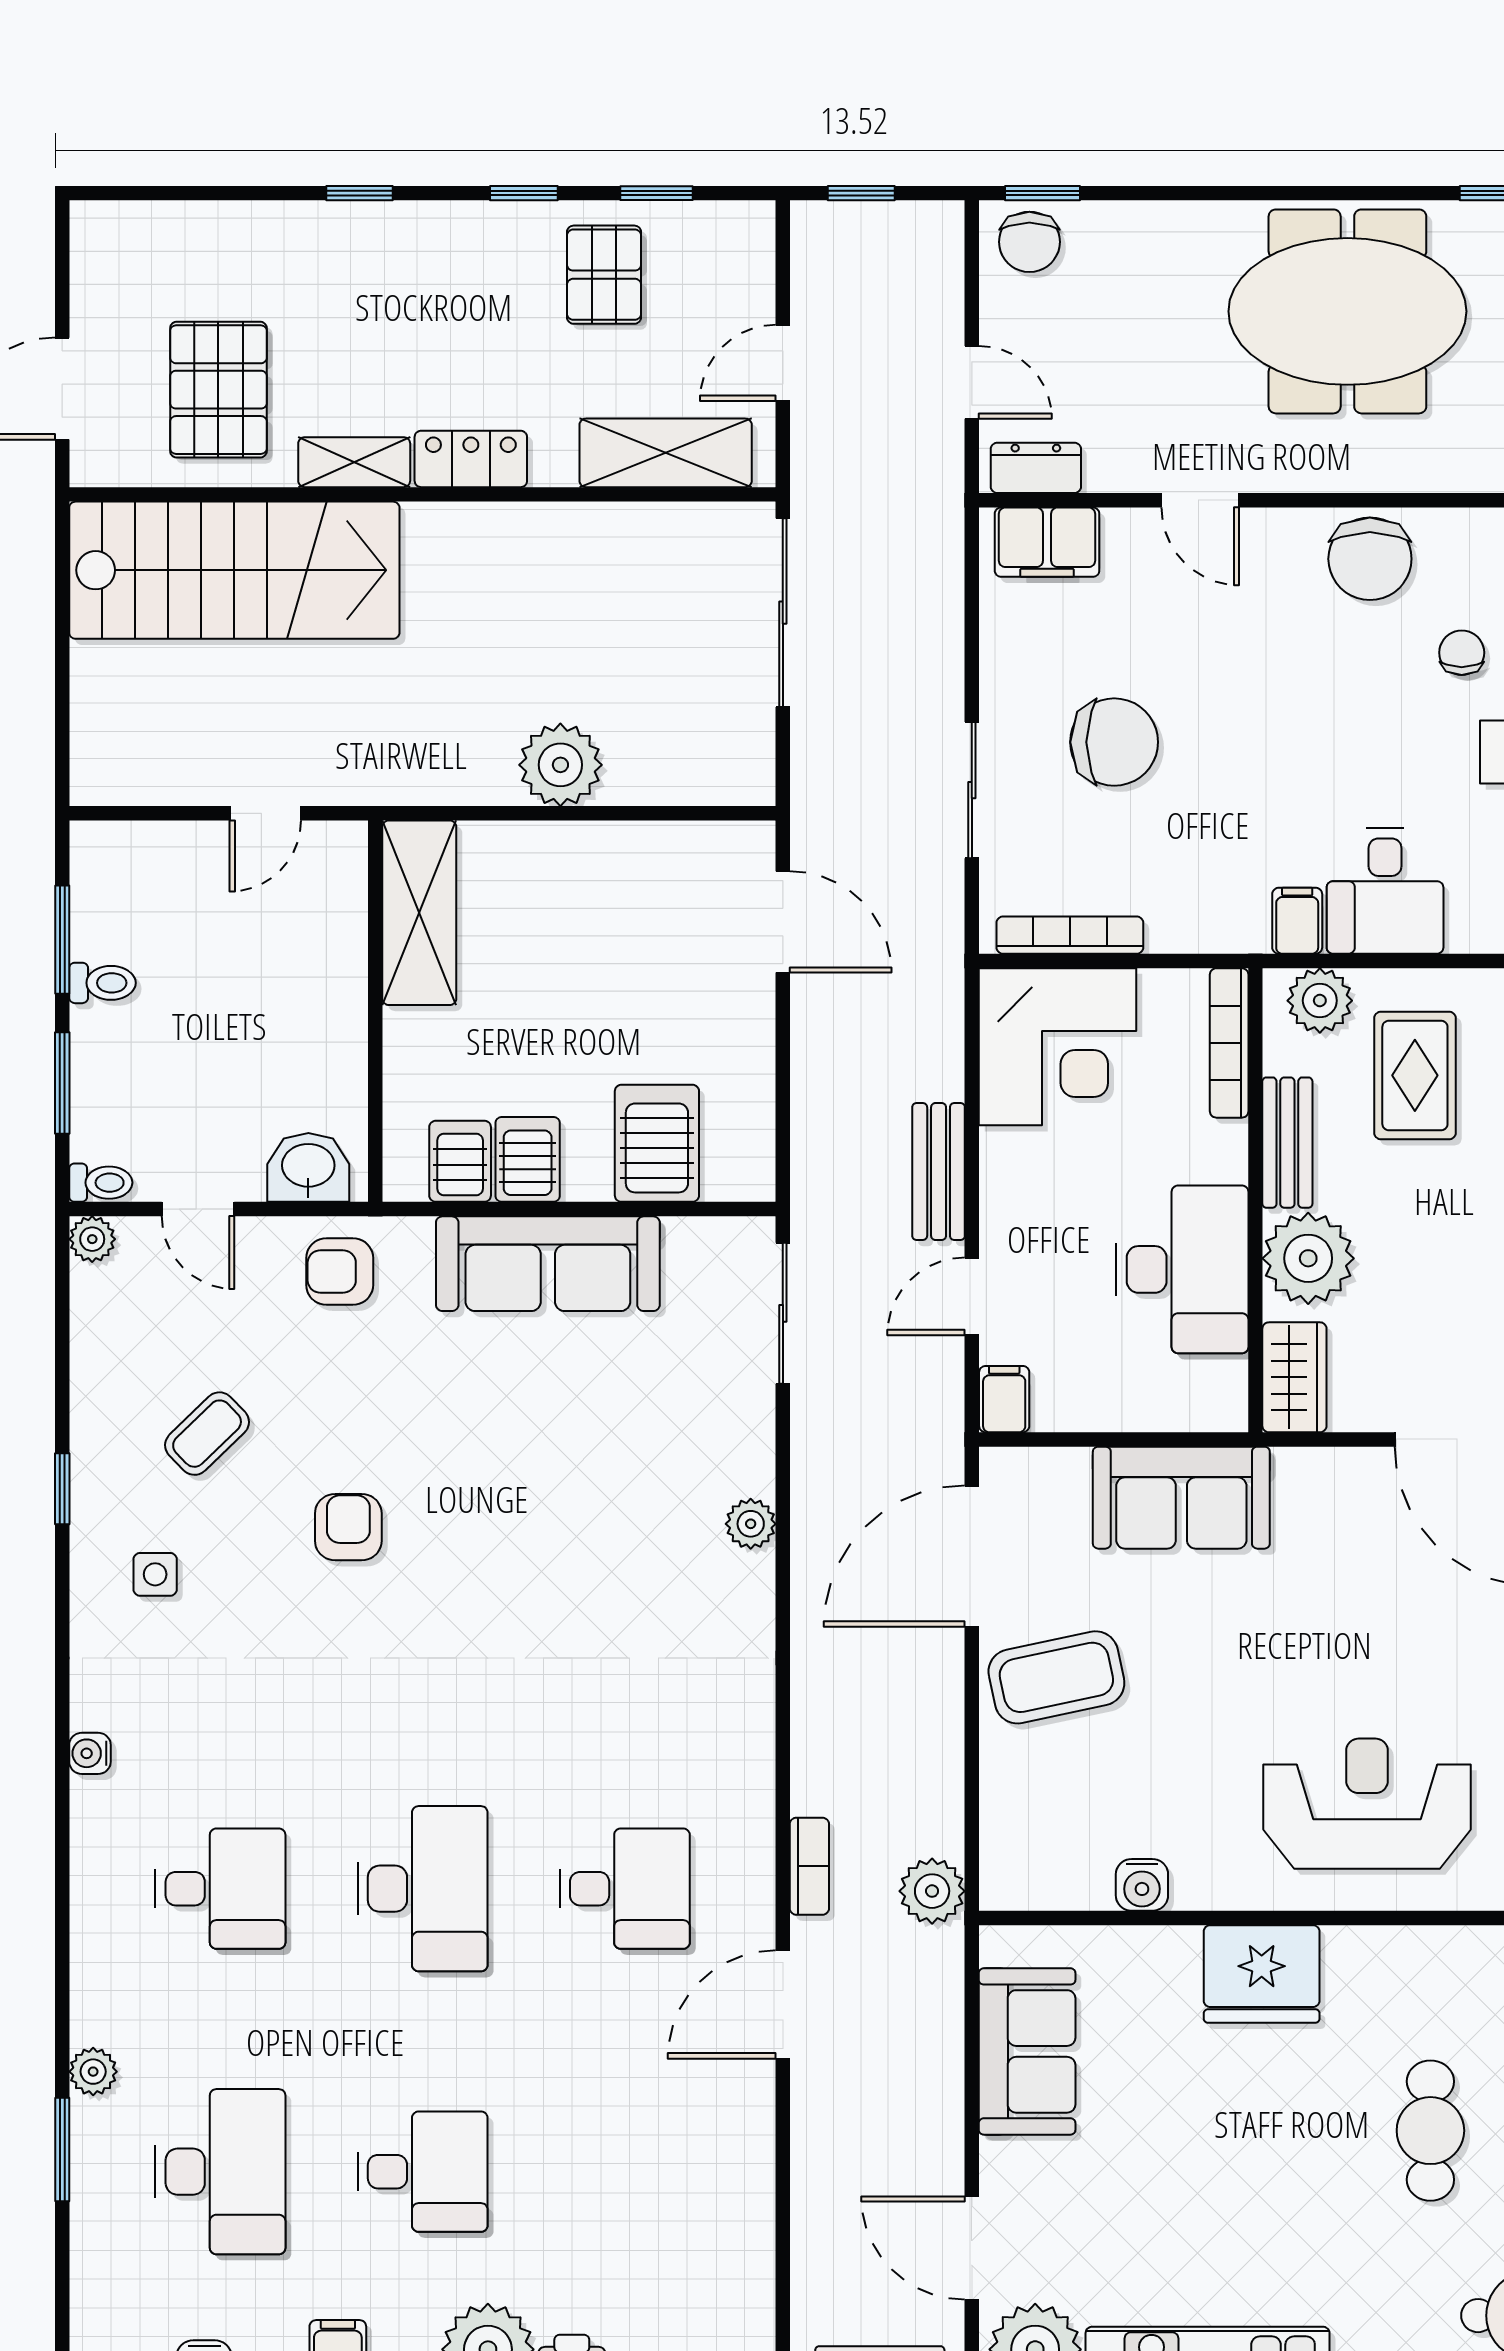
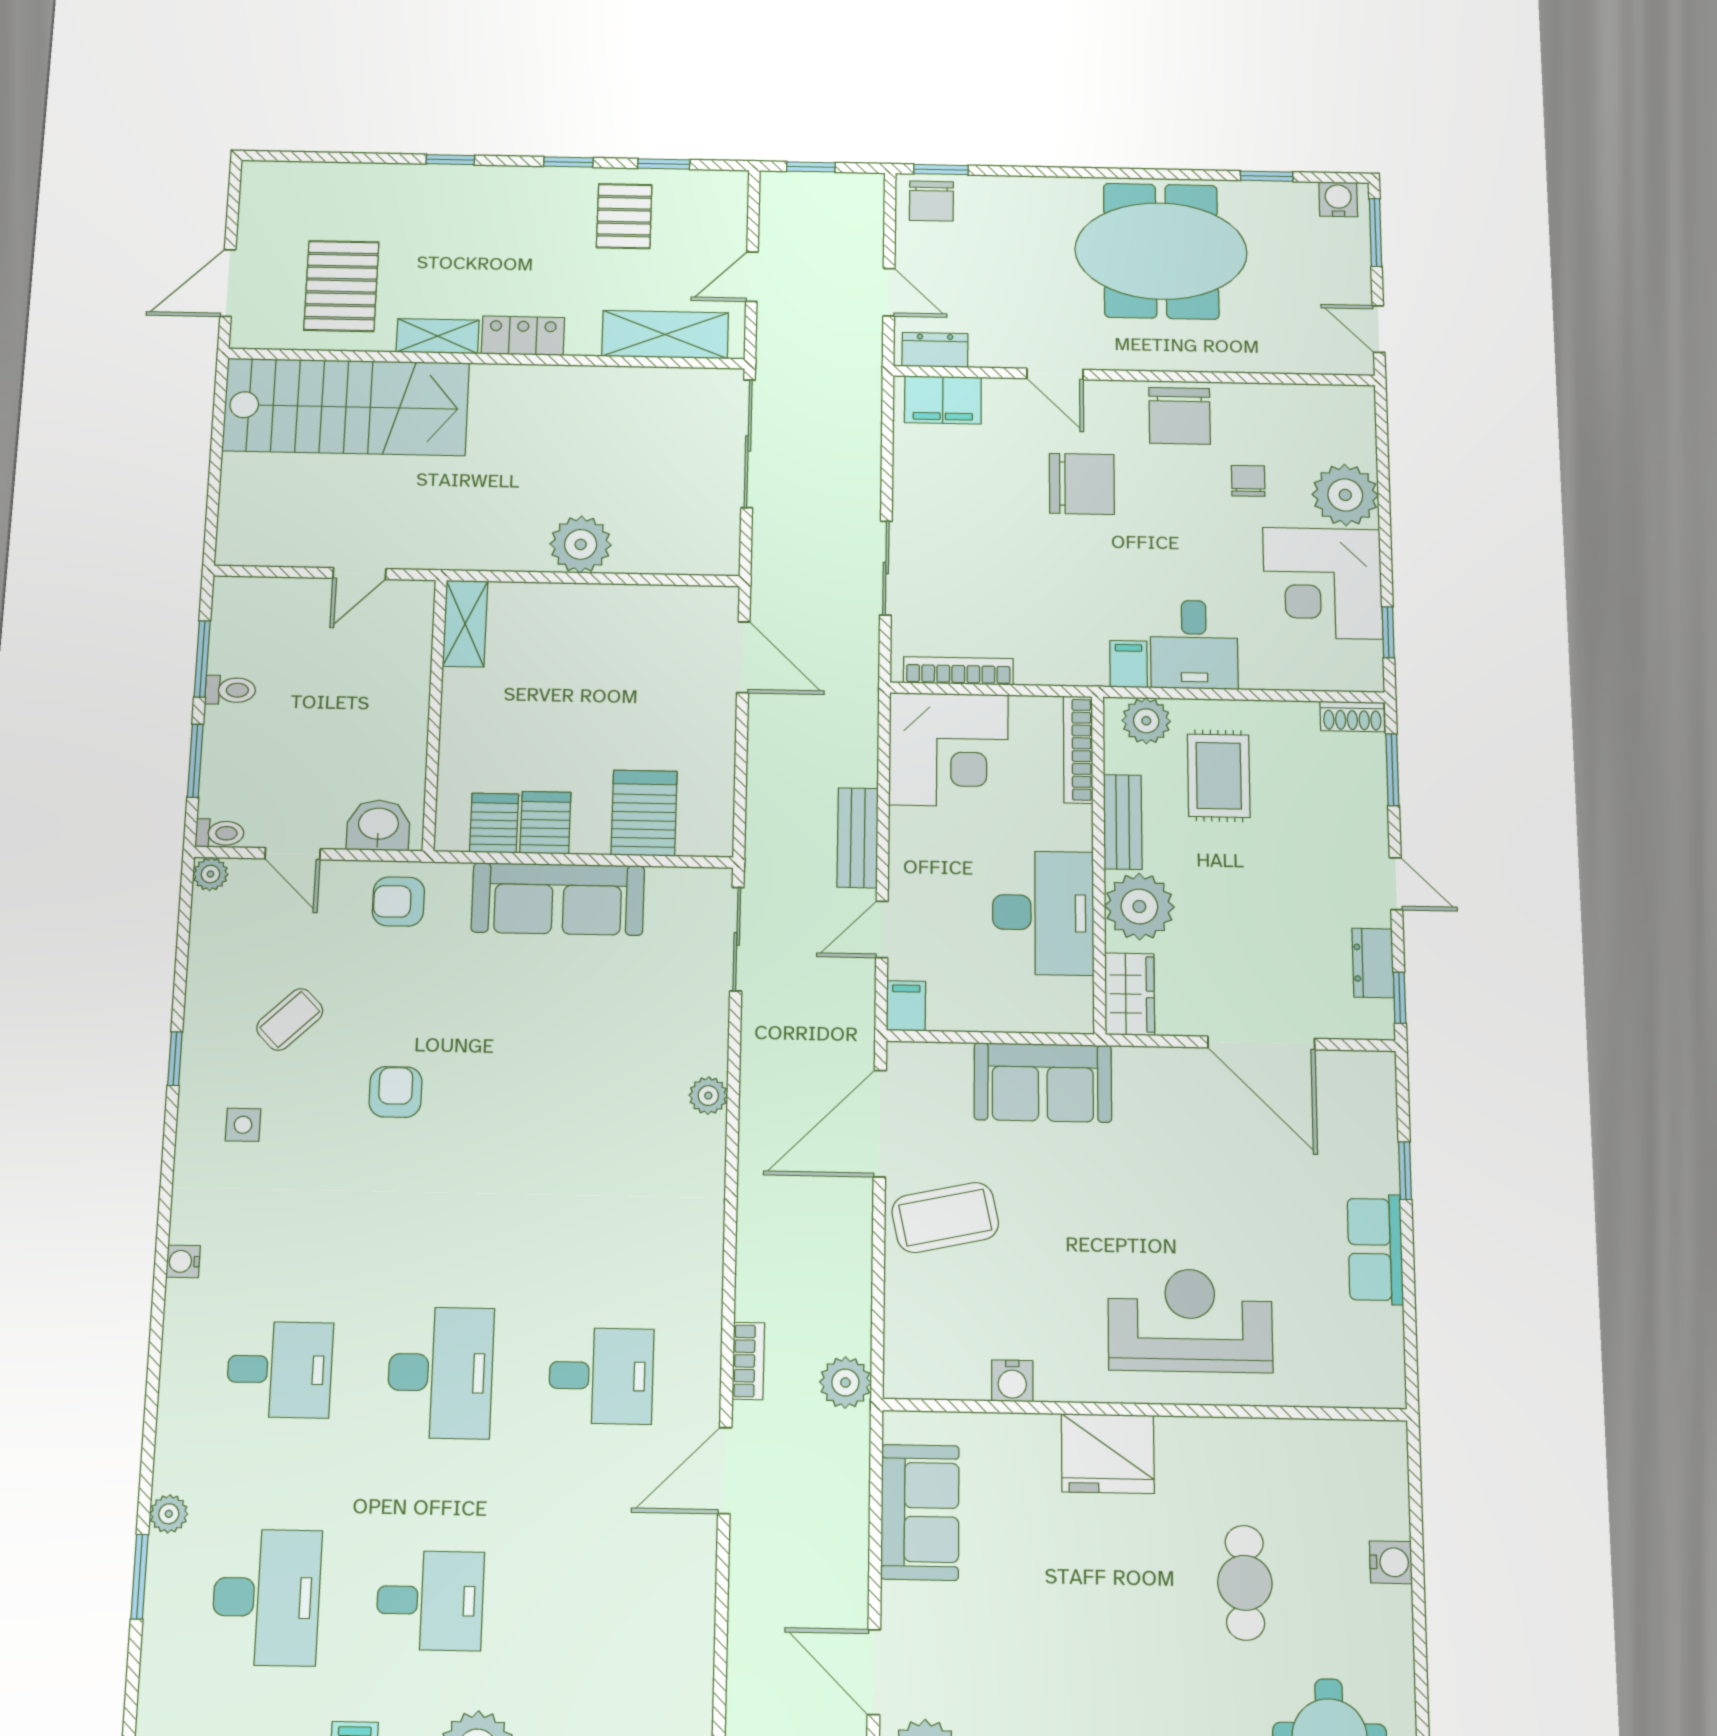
chair: (1114, 742) -> (1082, 484), moved
shelving: (419, 913) -> (465, 624), width x0.67, depth x0.75

